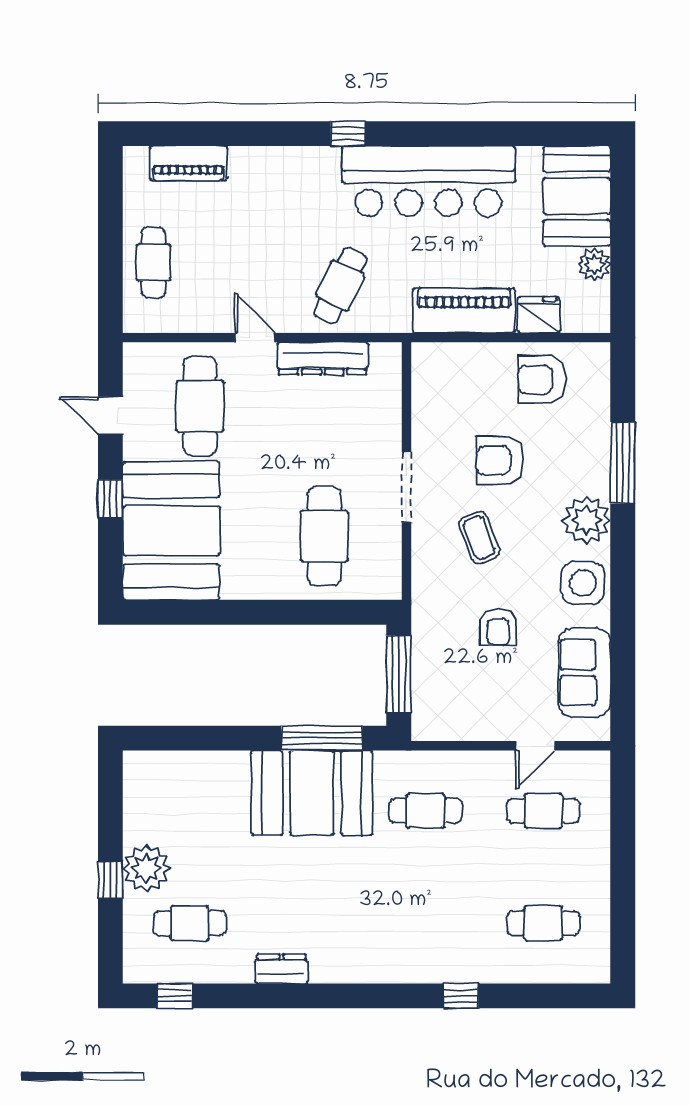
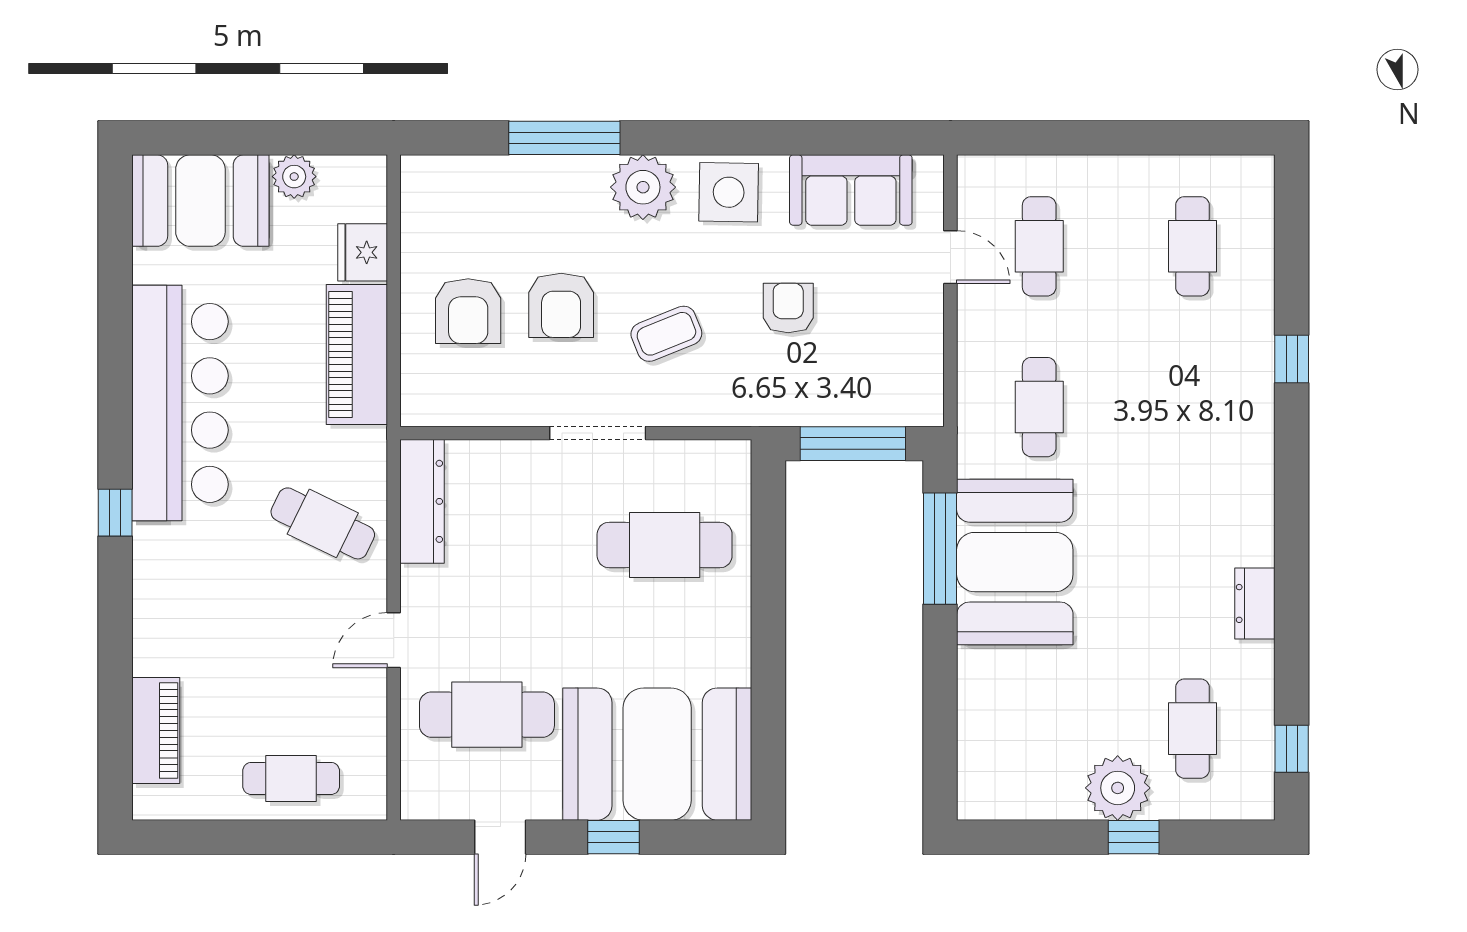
dresser: (323, 358) -> (422, 501), moved
armchair: (542, 379) -> (468, 311), moved
armchair: (498, 627) -> (788, 308), turned -90

